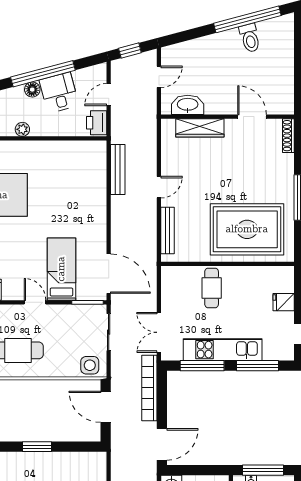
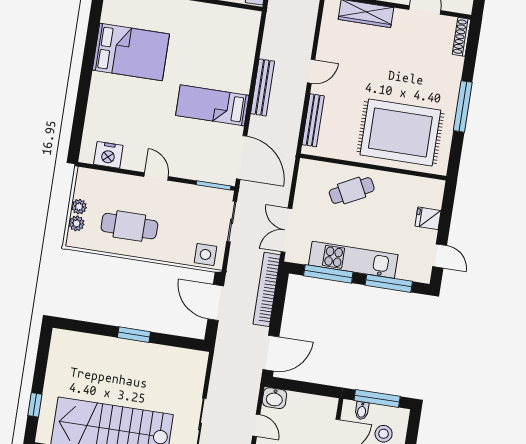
bench: (118, 170) -> (263, 87), moved
bed: (61, 269) -> (212, 105), moved, turned -90
cafe table: (212, 288) -> (352, 191), turned 63

